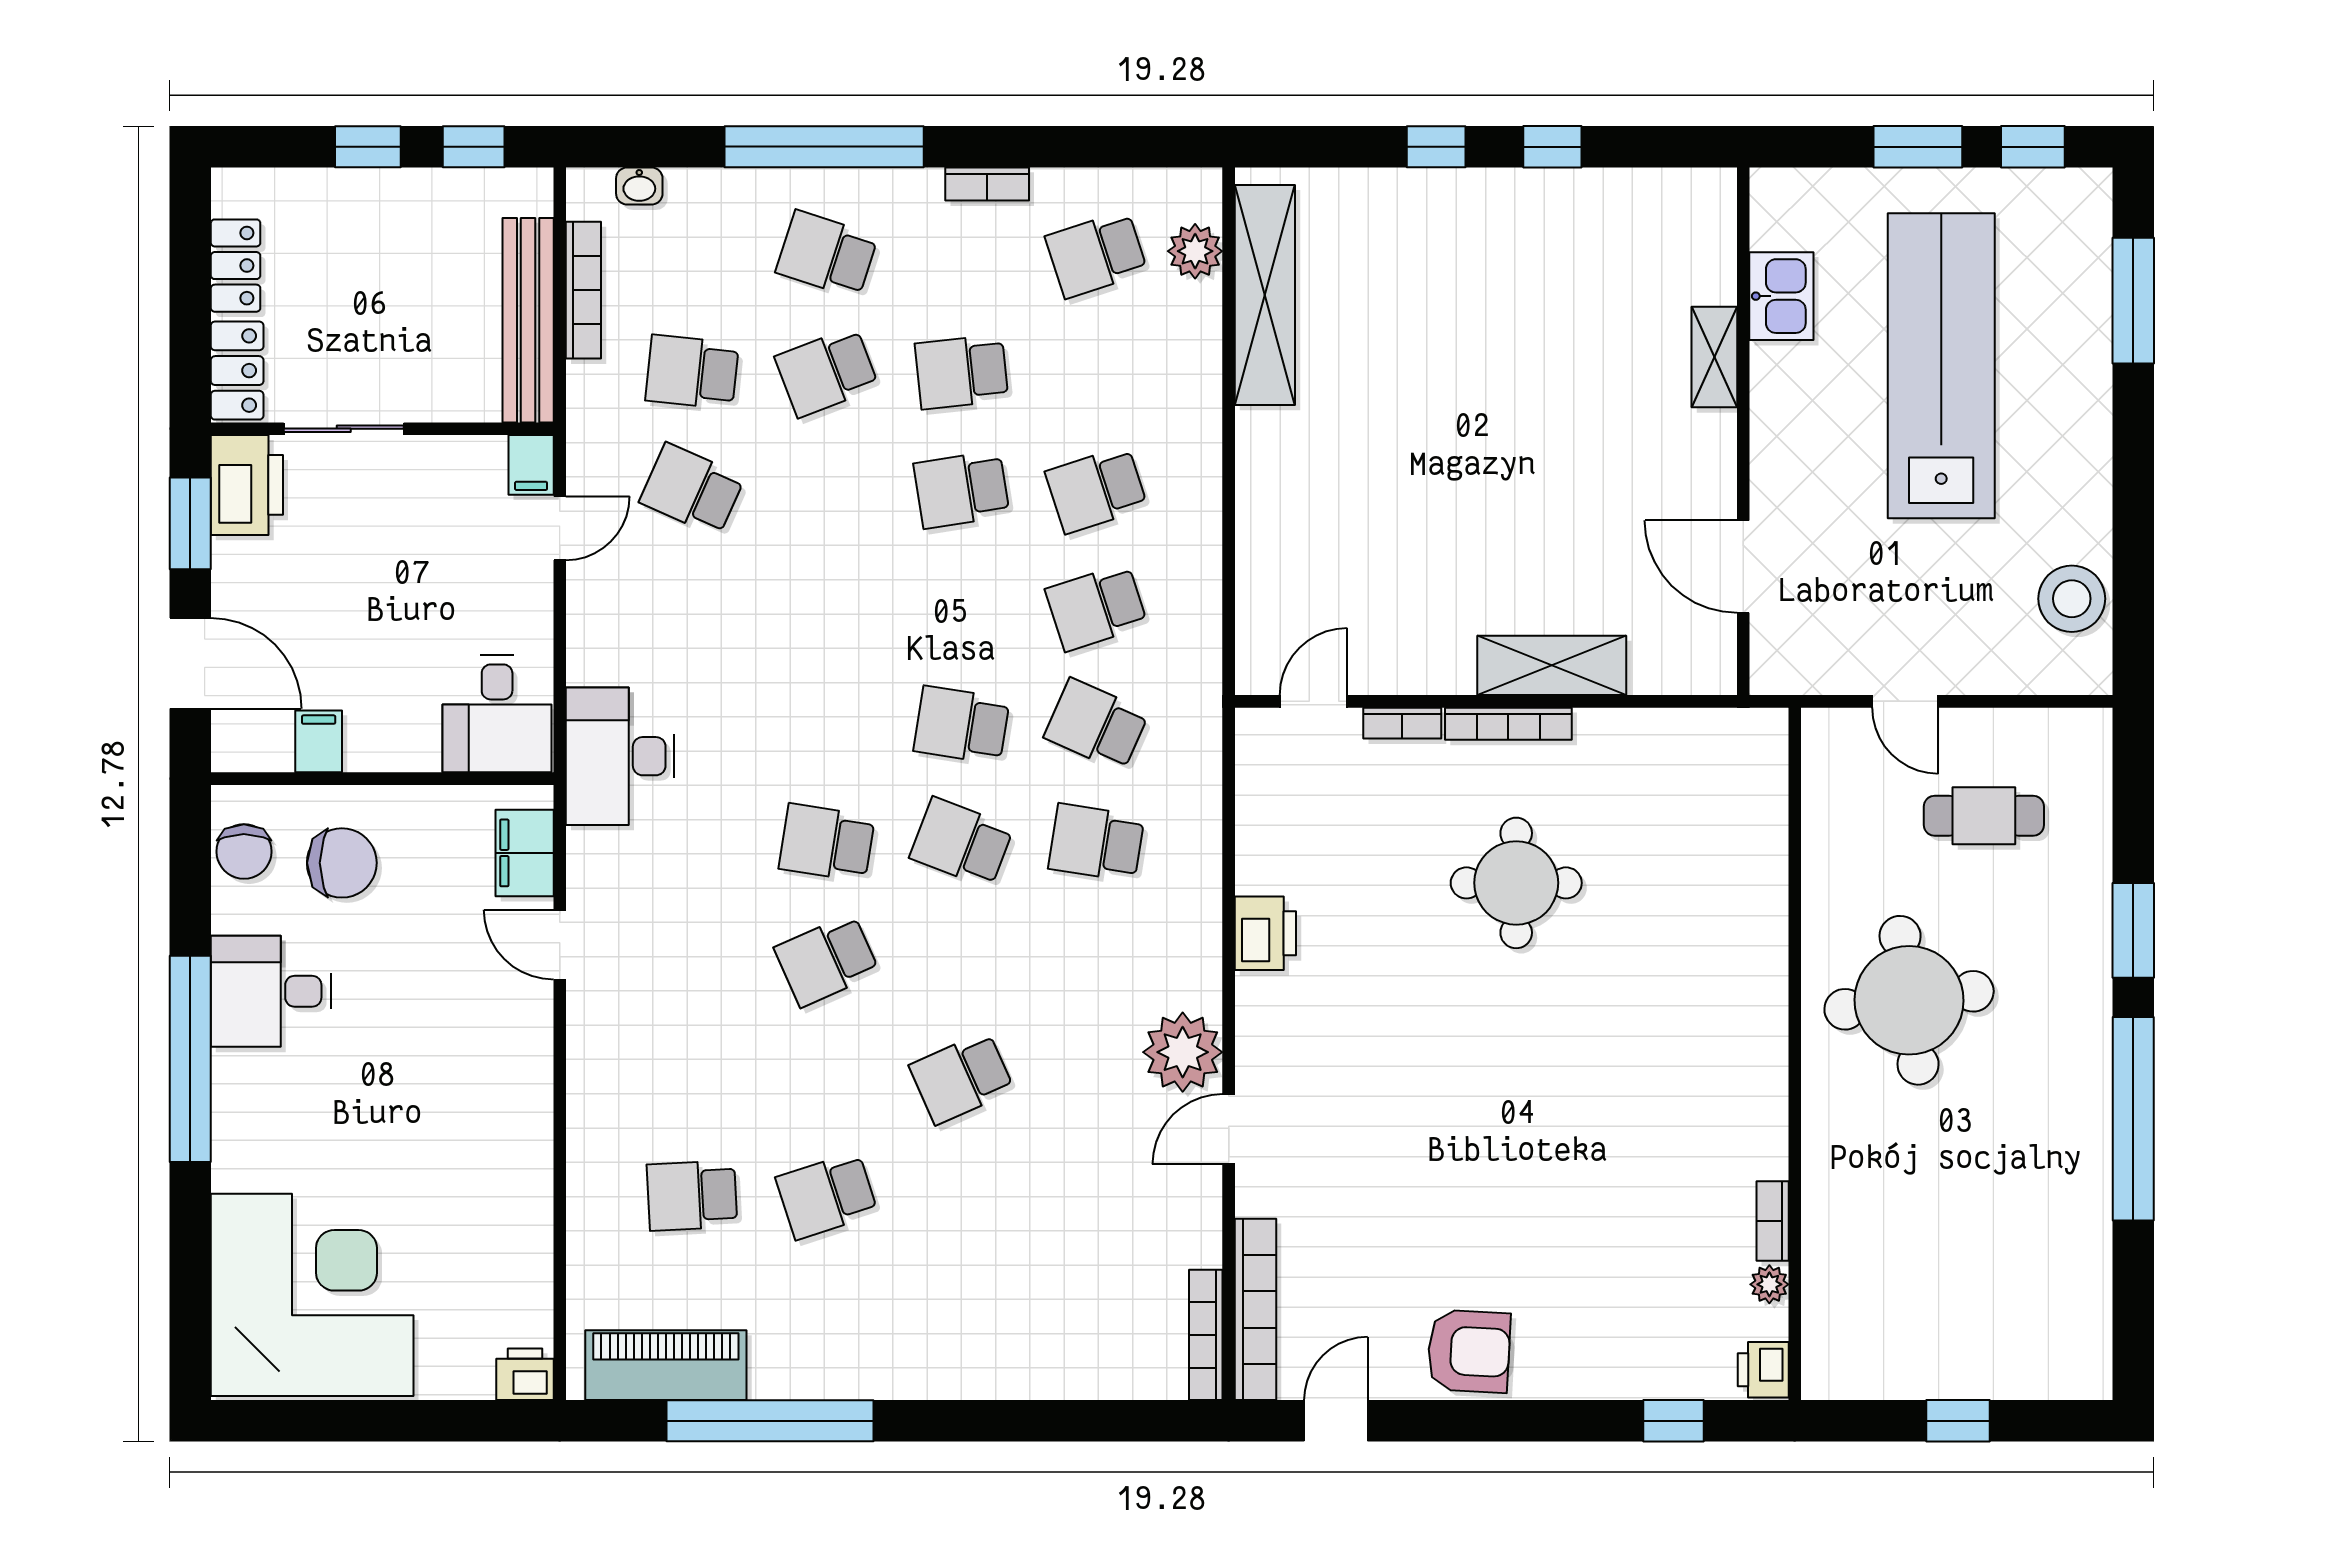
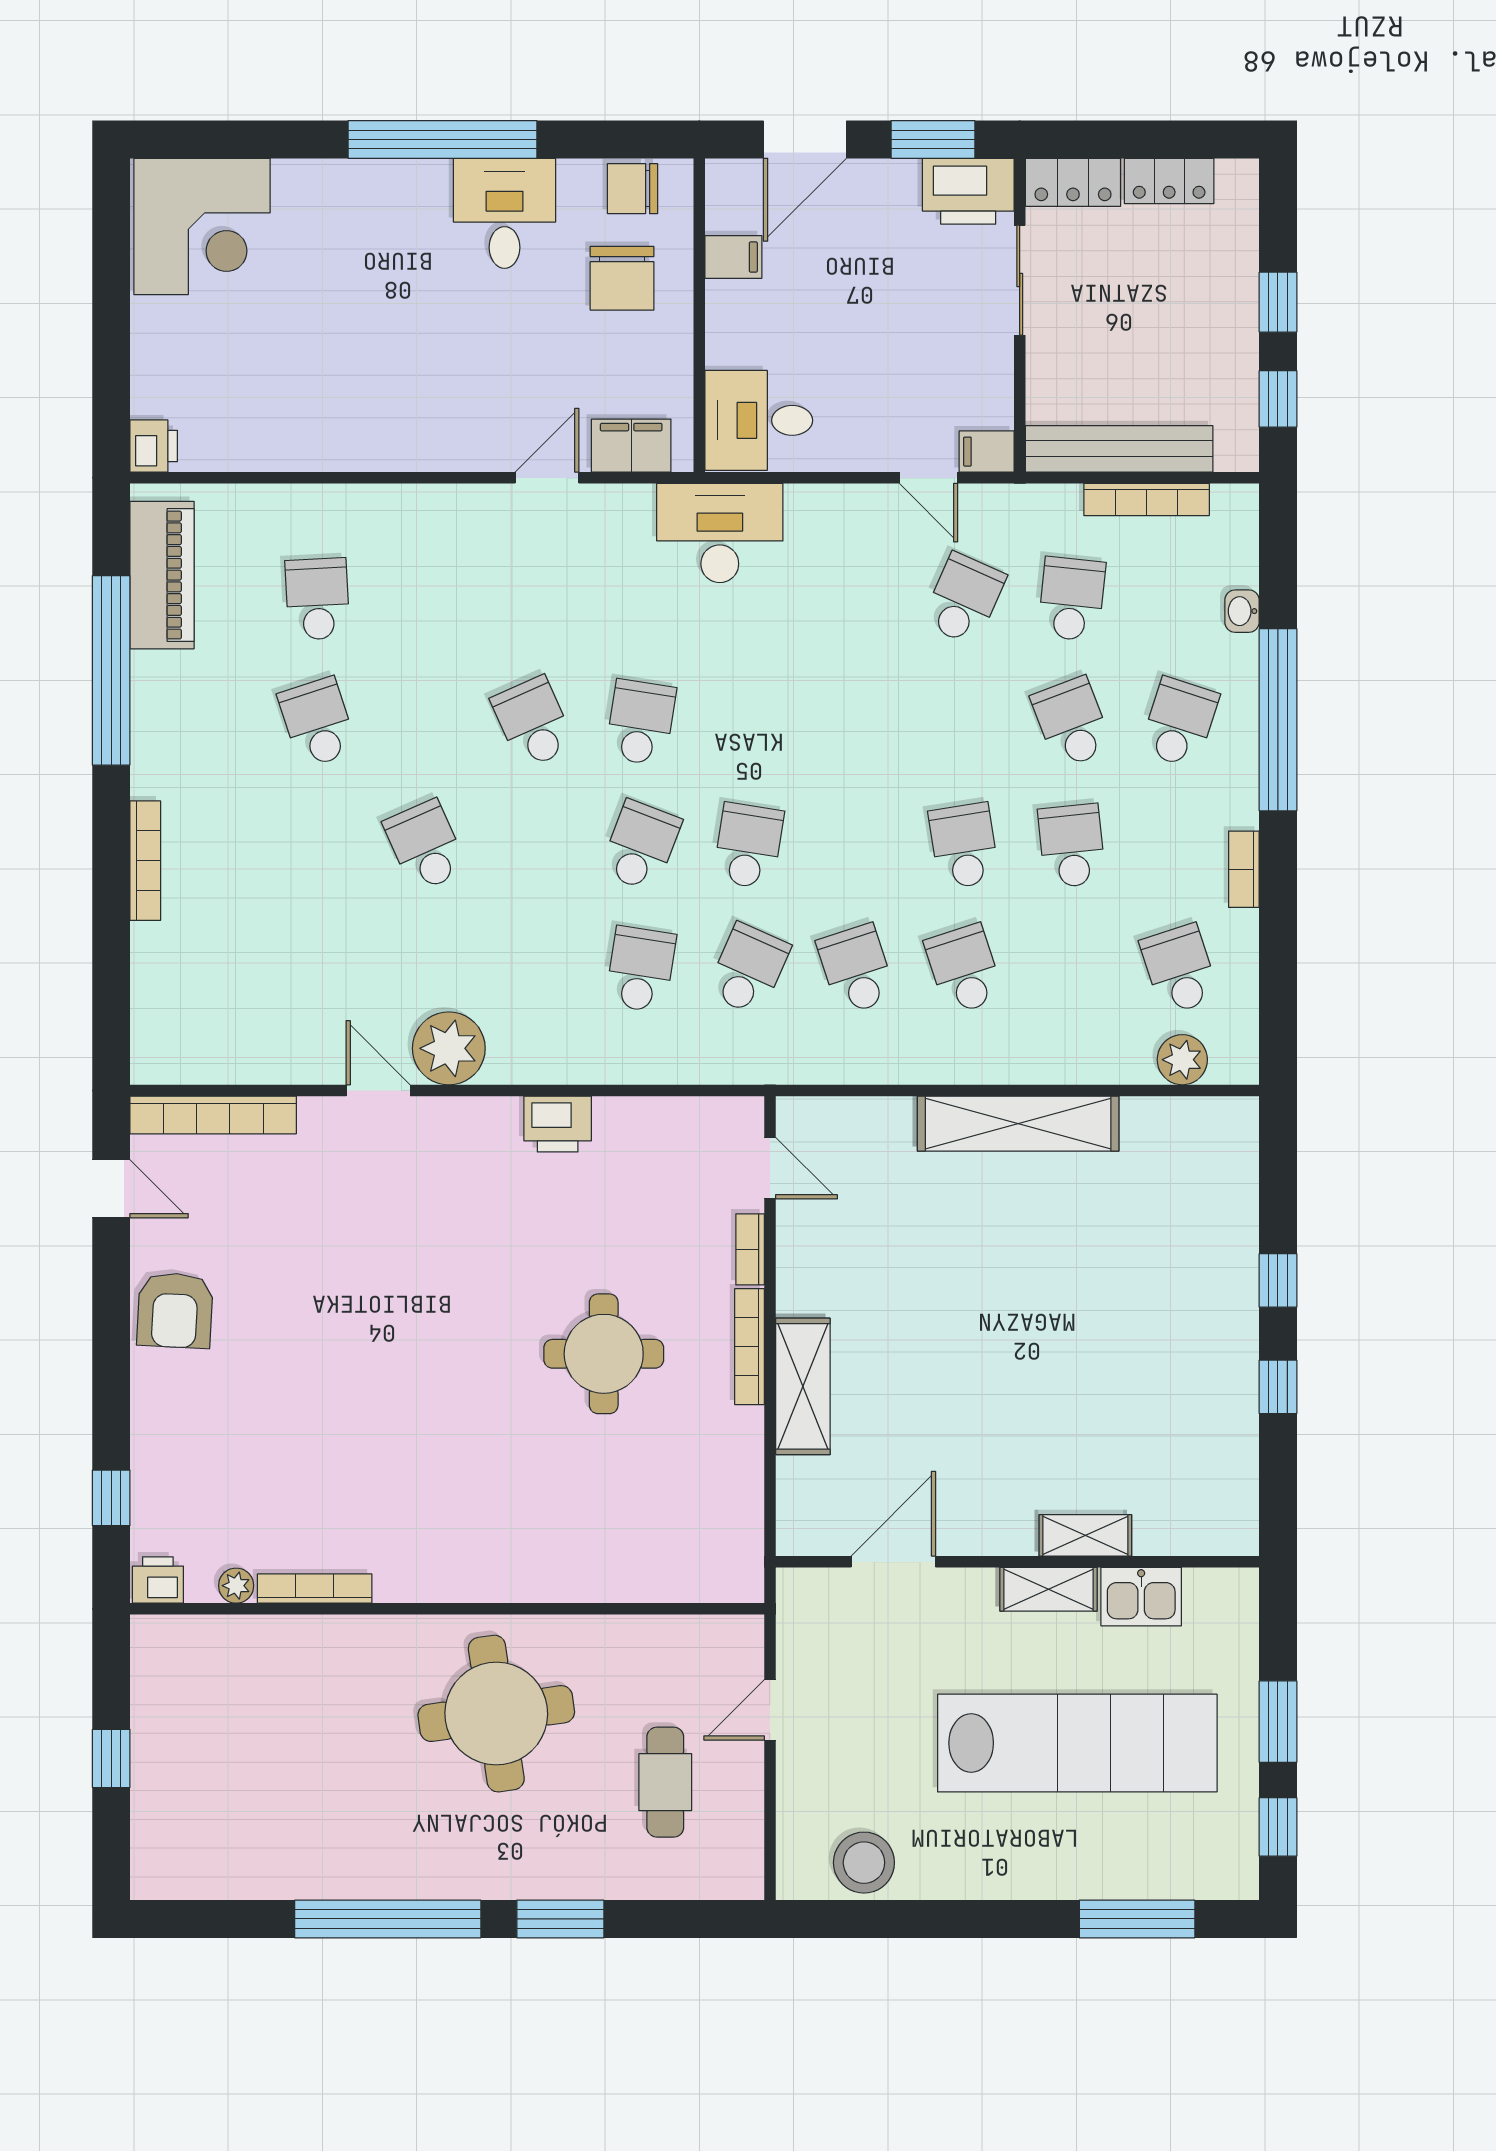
washbasin: (639, 186) -> (1242, 611), moved
shelving: (1265, 295) -> (1018, 1124), moved
shelving: (1773, 397) -> (1049, 1589), added
bookcase: (1773, 1221) -> (315, 1589), width x1.56
corner desk: (312, 1295) -> (202, 226), width x0.74, depth x0.74
bookcase: (1206, 1335) -> (145, 861), moved, turned 90

